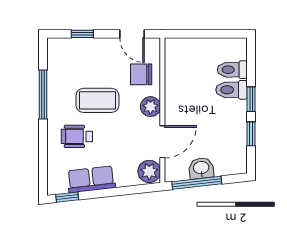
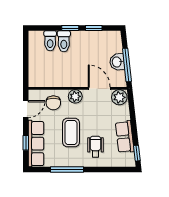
row of seats: (81, 49) -> (36, 144), added
wheelchair: (77, 136) -> (95, 147), turned 180

